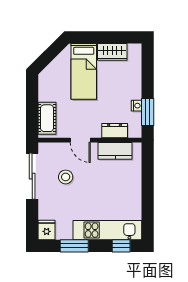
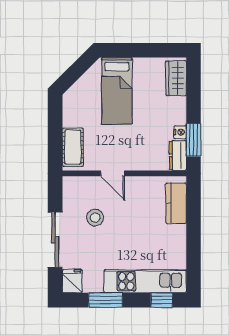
wardrobe: (112, 52) -> (176, 78), moved, turned 90
dresser: (115, 131) -> (178, 155), moved, turned -90
kitchen counter: (115, 151) -> (176, 203), moved, turned 90
sliding door: (32, 176) -> (55, 240), moved

